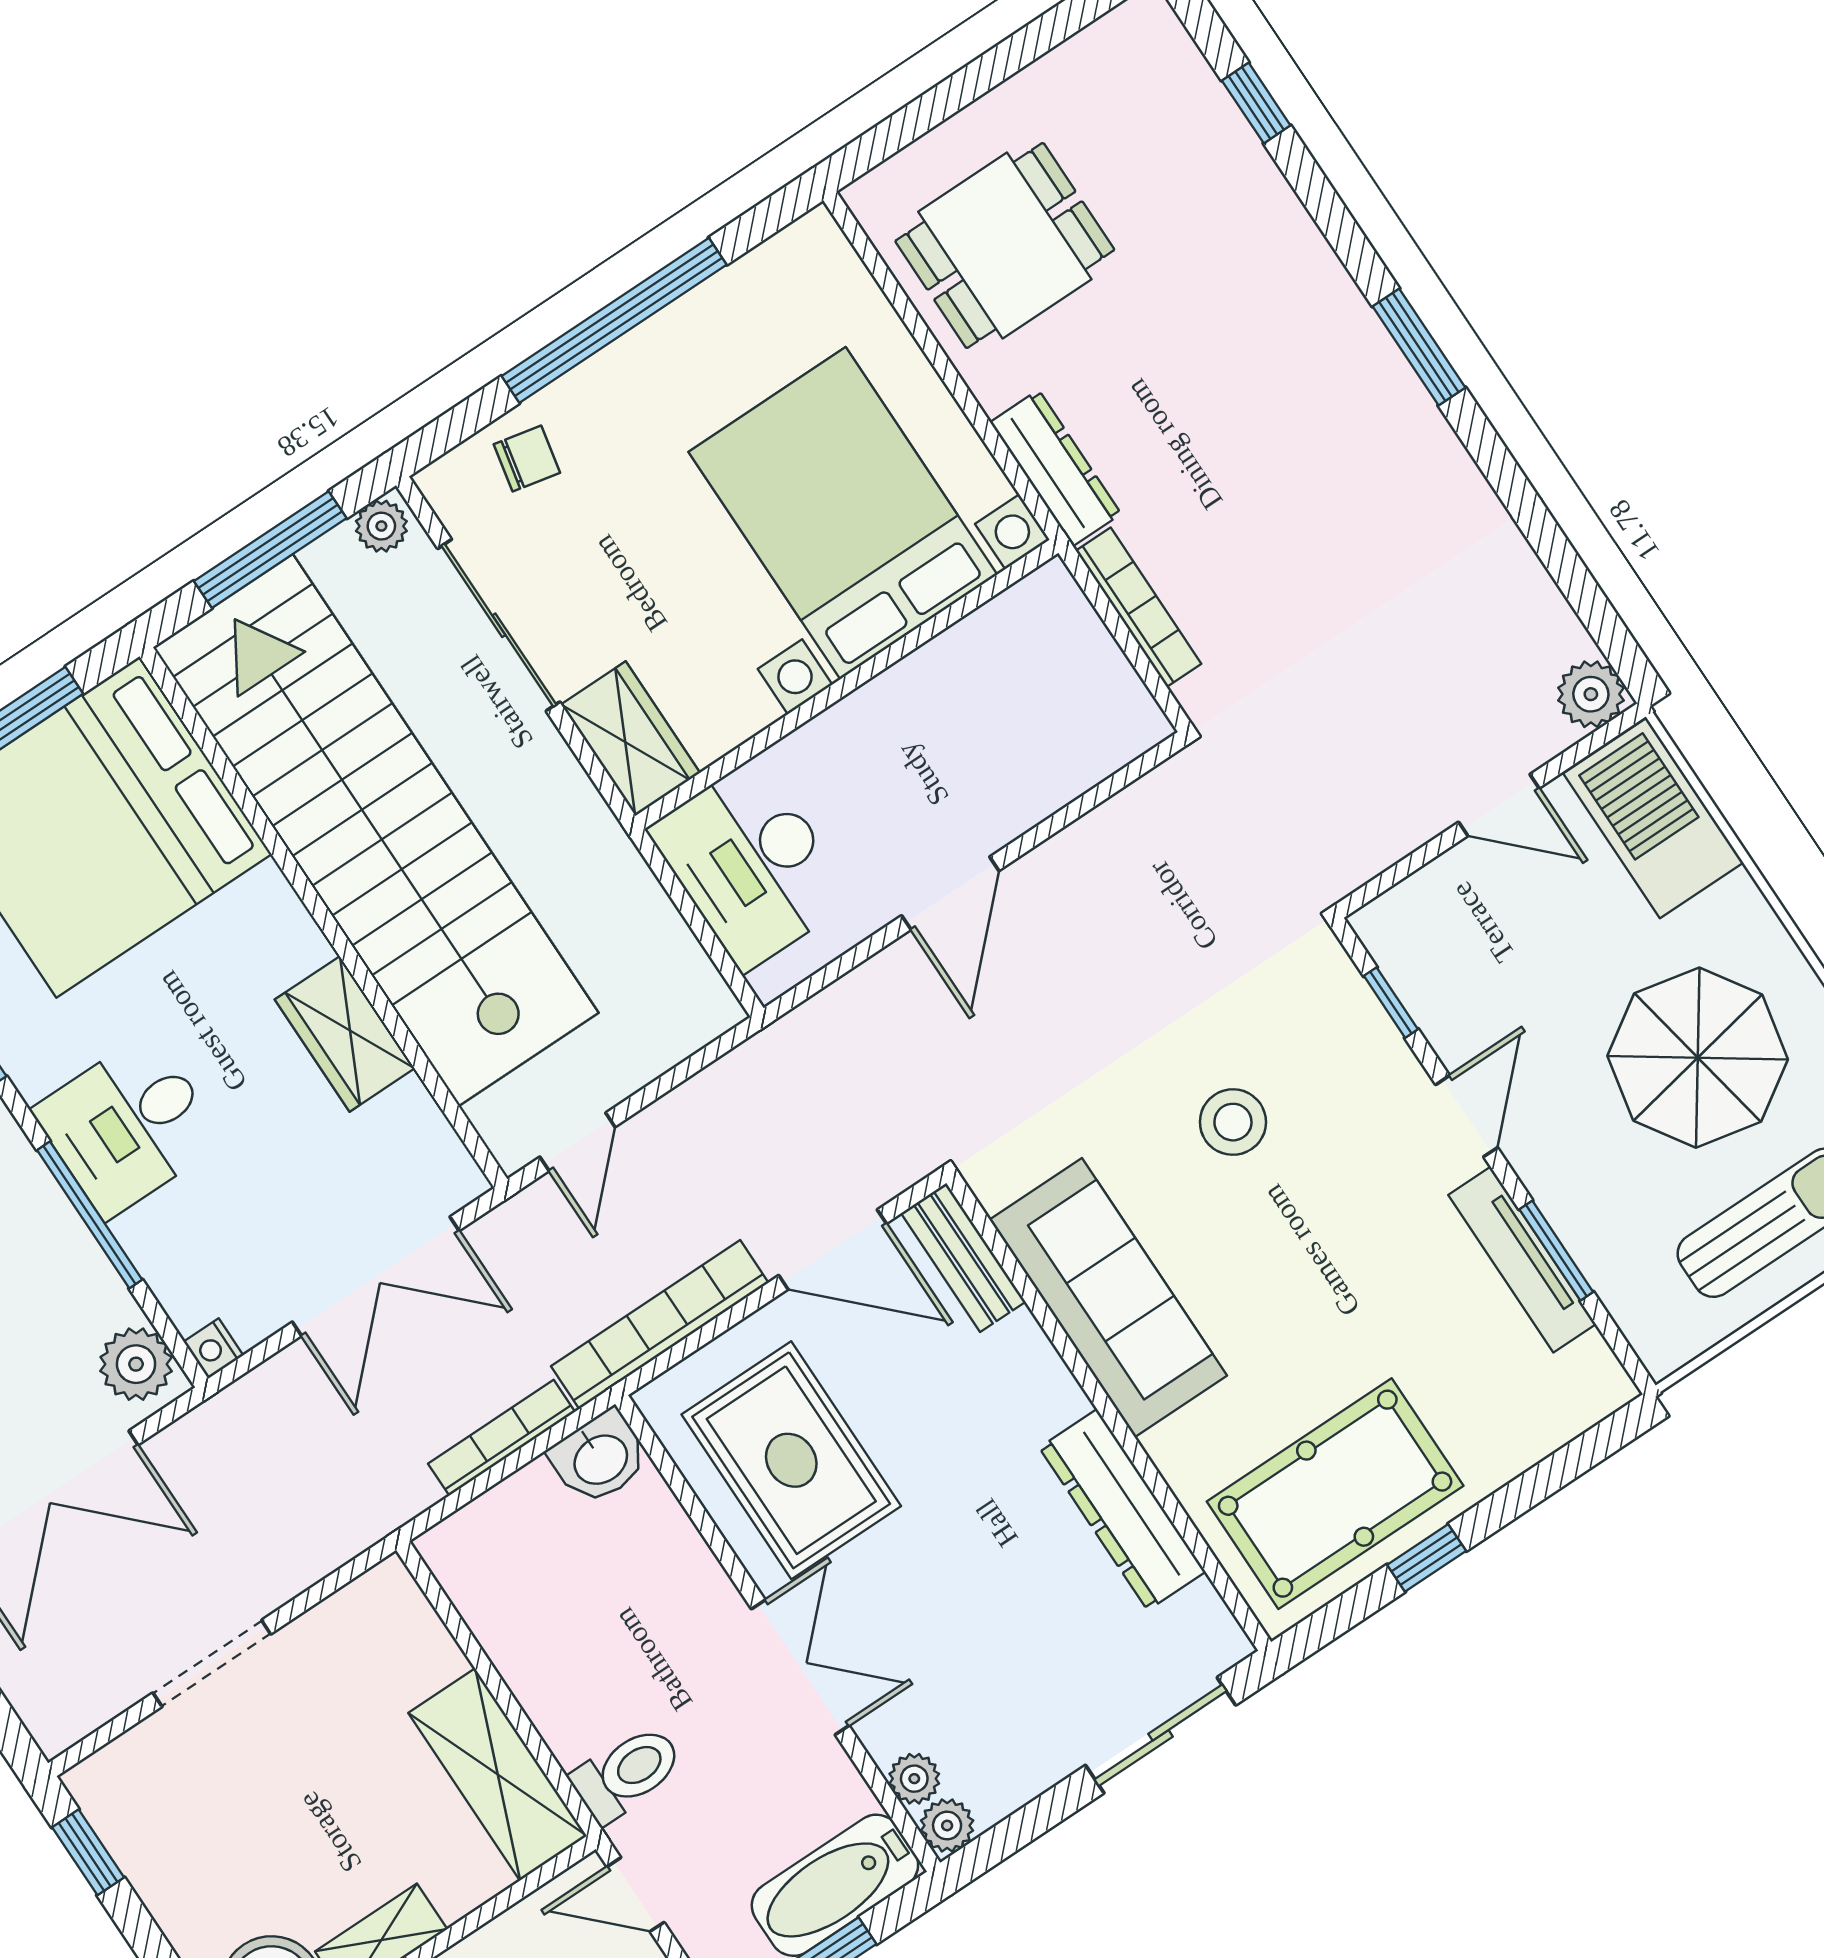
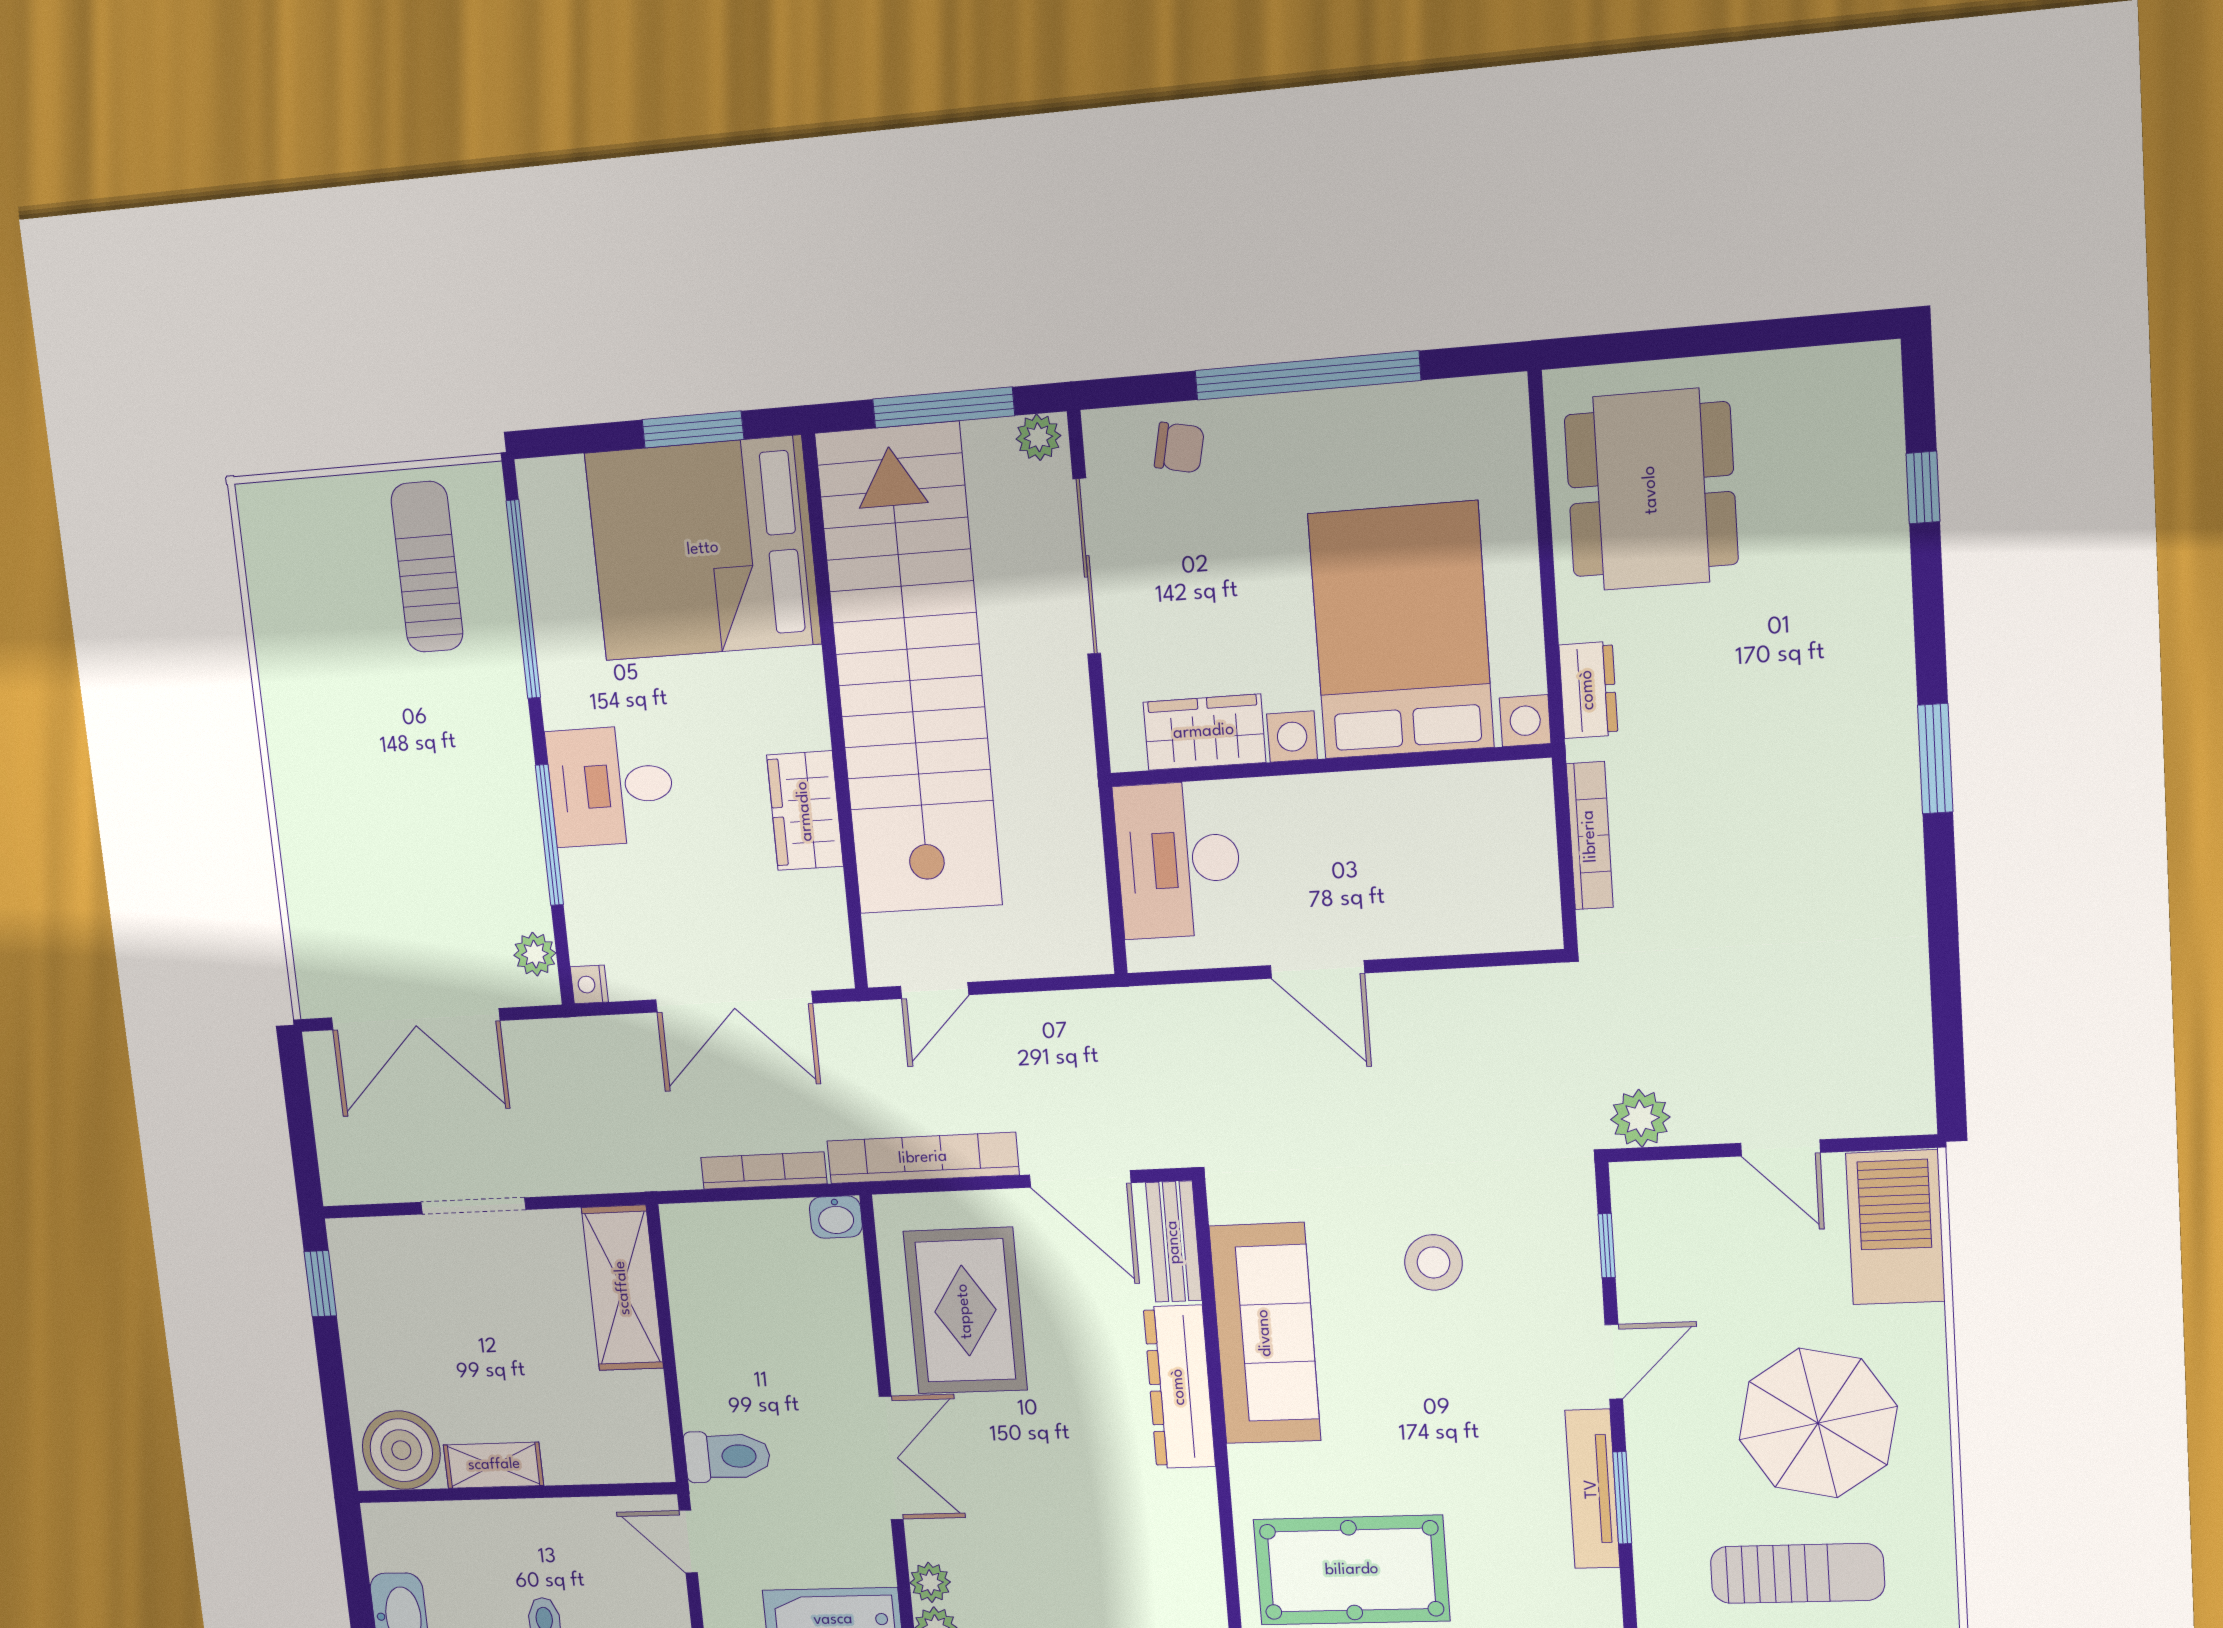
dining table: (1005, 245) -> (1651, 490), width x1.38
dresser: (1056, 468) -> (1588, 690), width x0.70
plant: (1591, 694) -> (1640, 1118), moved
wardrobe: (631, 739) -> (1204, 732), moved, turned -90
door: (950, 893) -> (1318, 969), hinge flipped
plant: (136, 1364) -> (535, 954), width x0.73, depth x0.73
washbasin: (600, 1458) -> (836, 1217), width x0.72, depth x0.69
dresser: (1122, 1510) -> (1179, 1387), moved
shelving: (498, 1774) -> (623, 1288), moved

